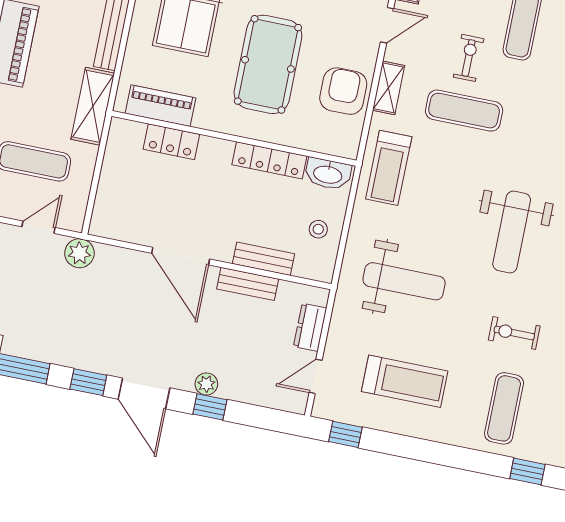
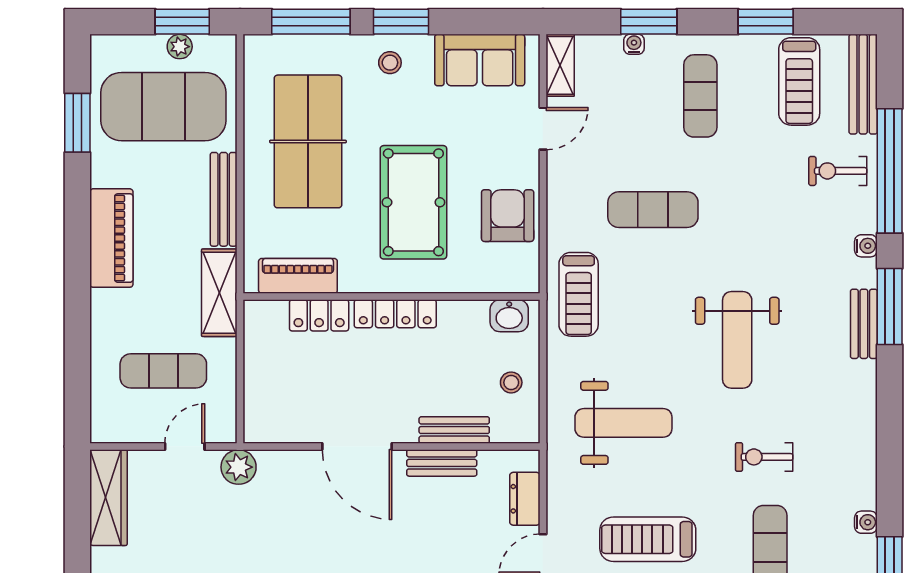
exercise bike: (469, 58) -> (646, 147), removed
shelving: (389, 88) -> (560, 201), removed
locker: (269, 160) -> (395, 314), moved
washbasin: (328, 174) -> (509, 316), width x0.72
treadmill: (405, 381) -> (648, 539), turned 180

